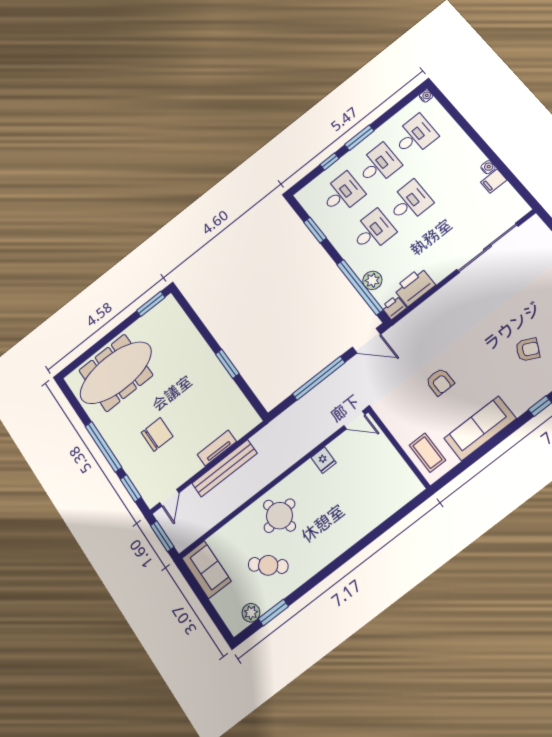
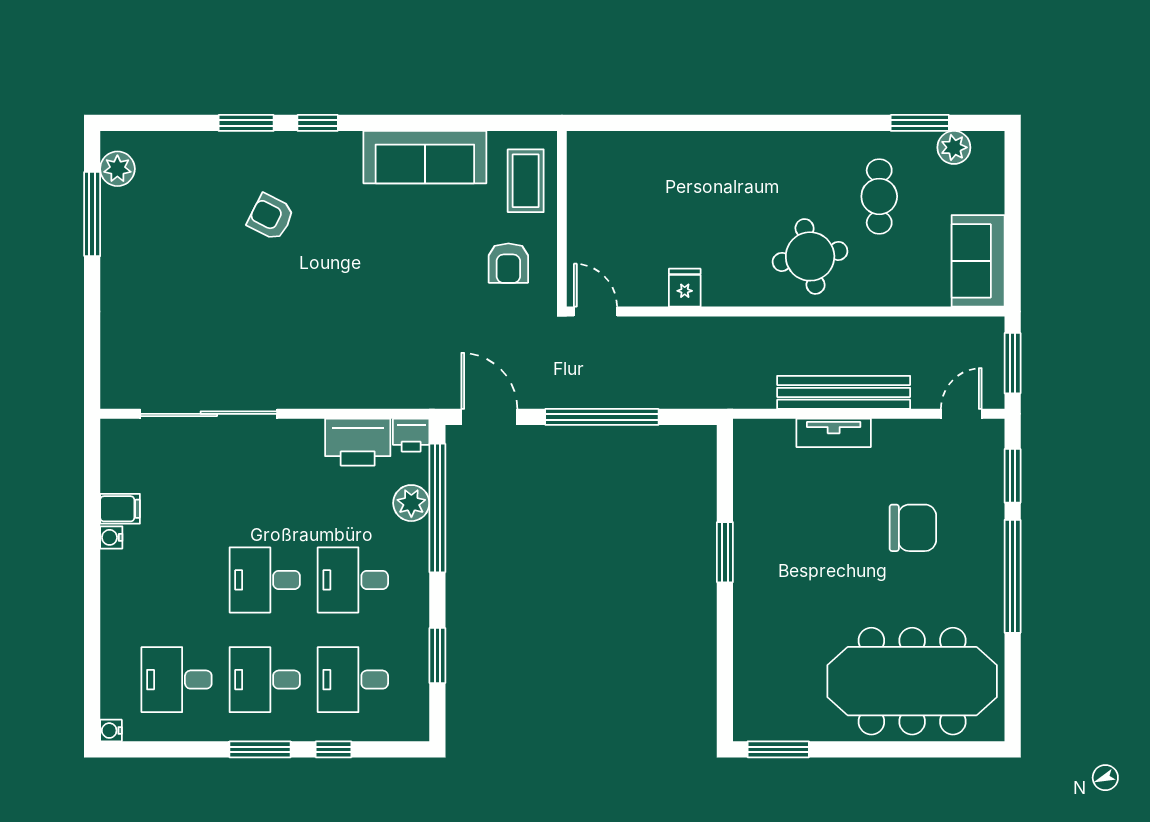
armchair: (440, 382) -> (508, 263), moved, turned 180
chair: (157, 435) -> (913, 528), turned 180
cafe table: (268, 565) -> (879, 196), turned 49

